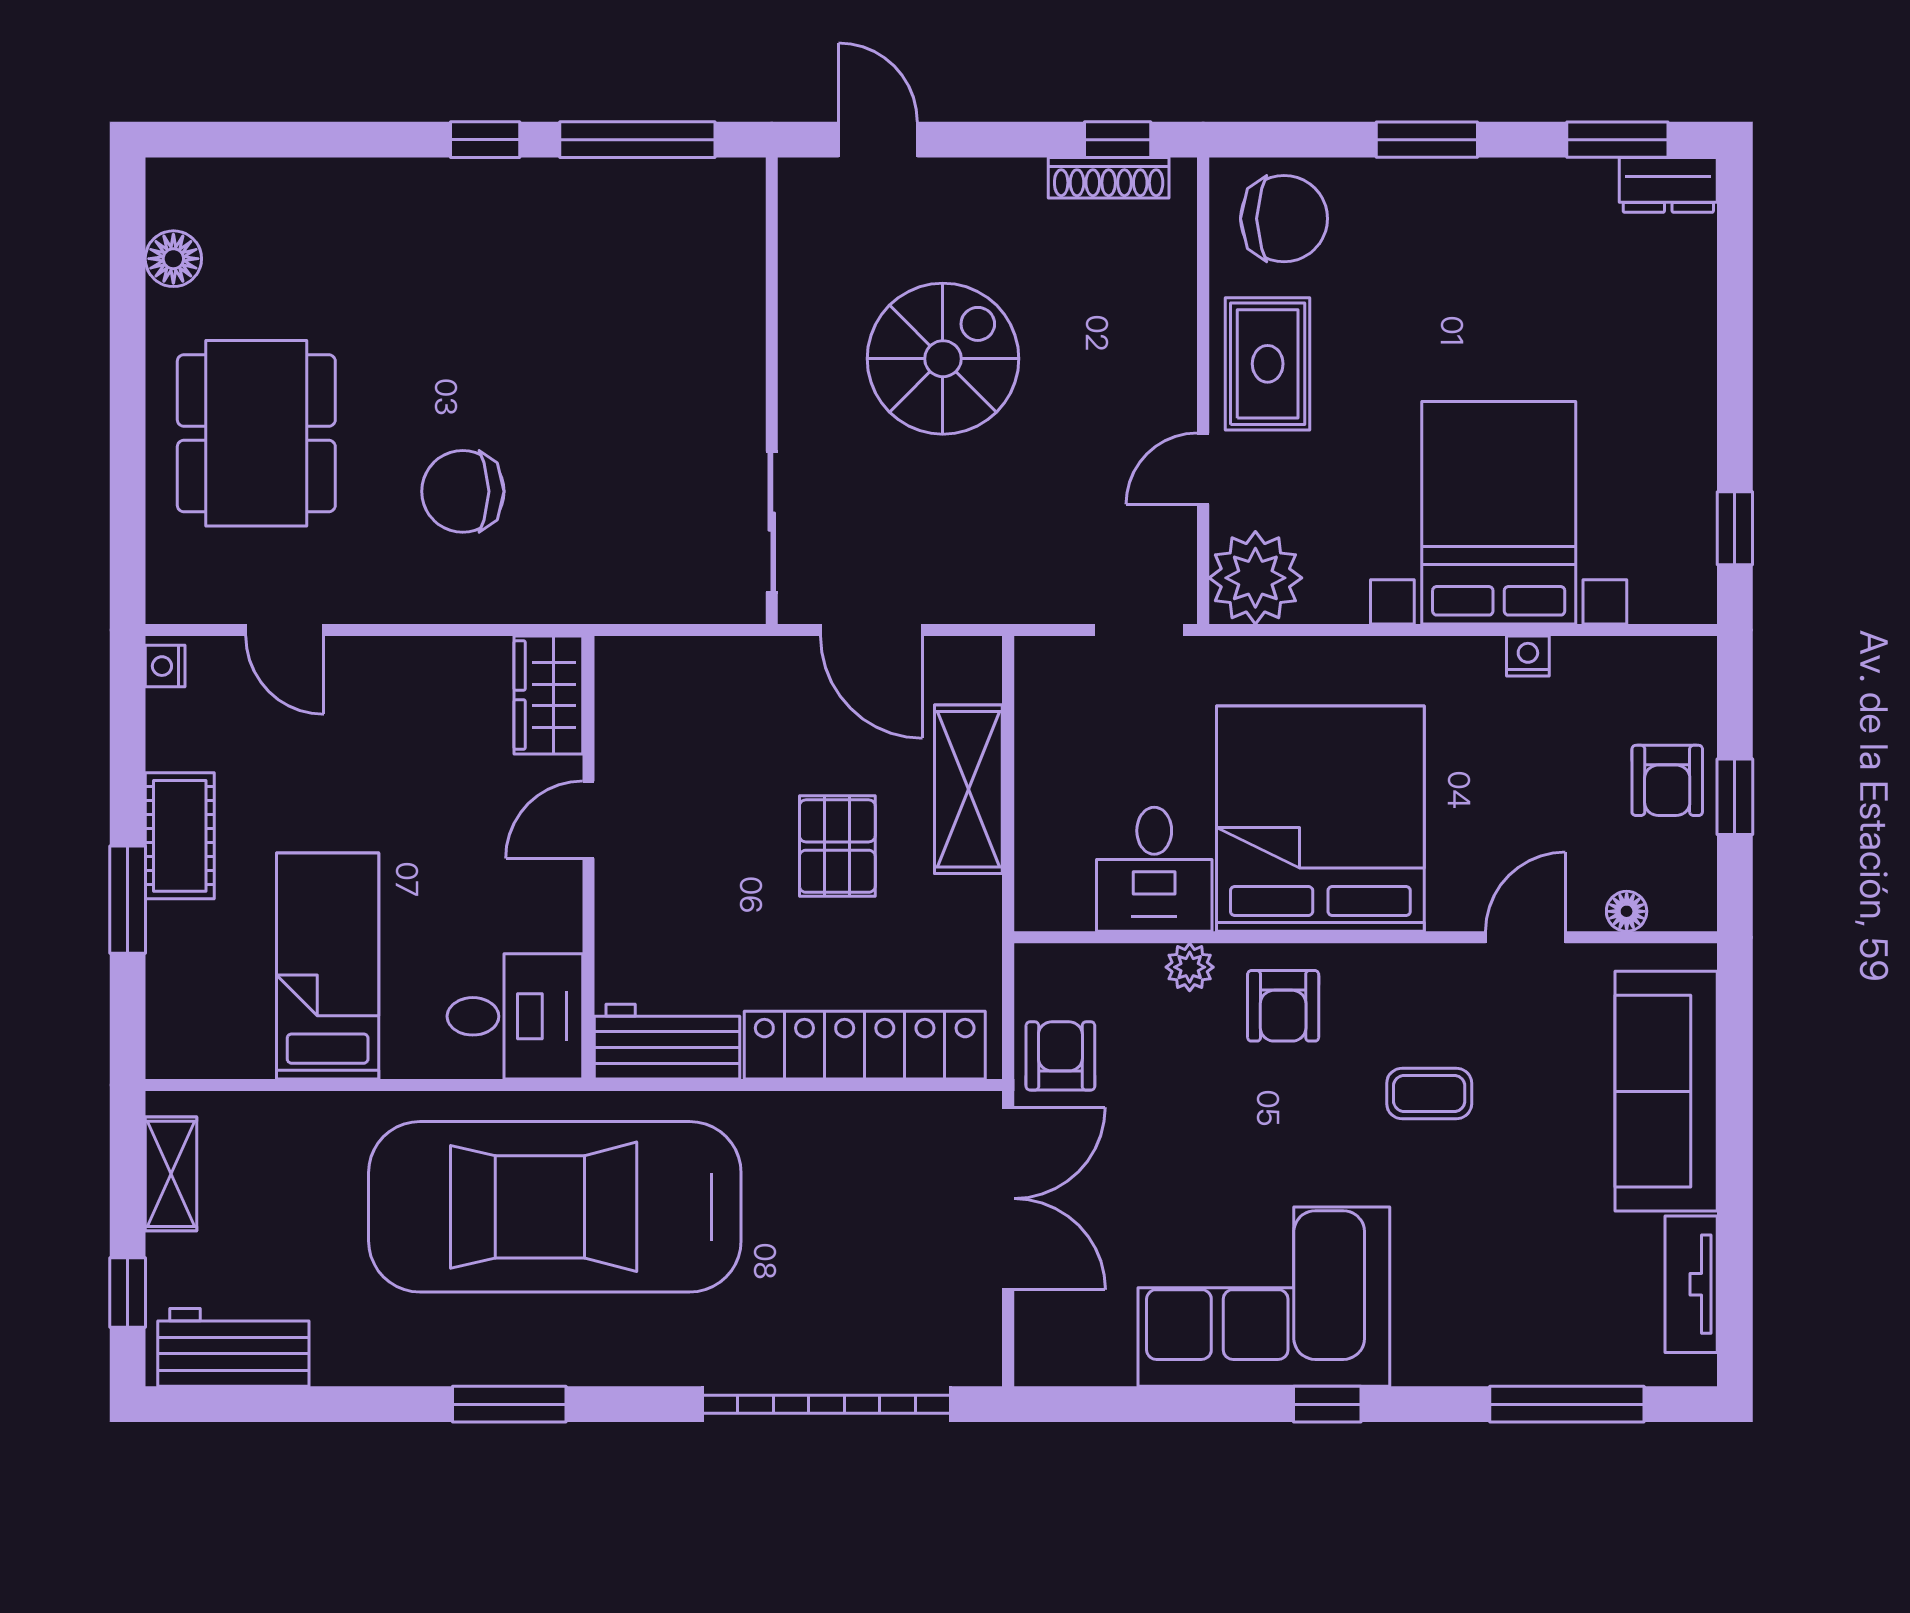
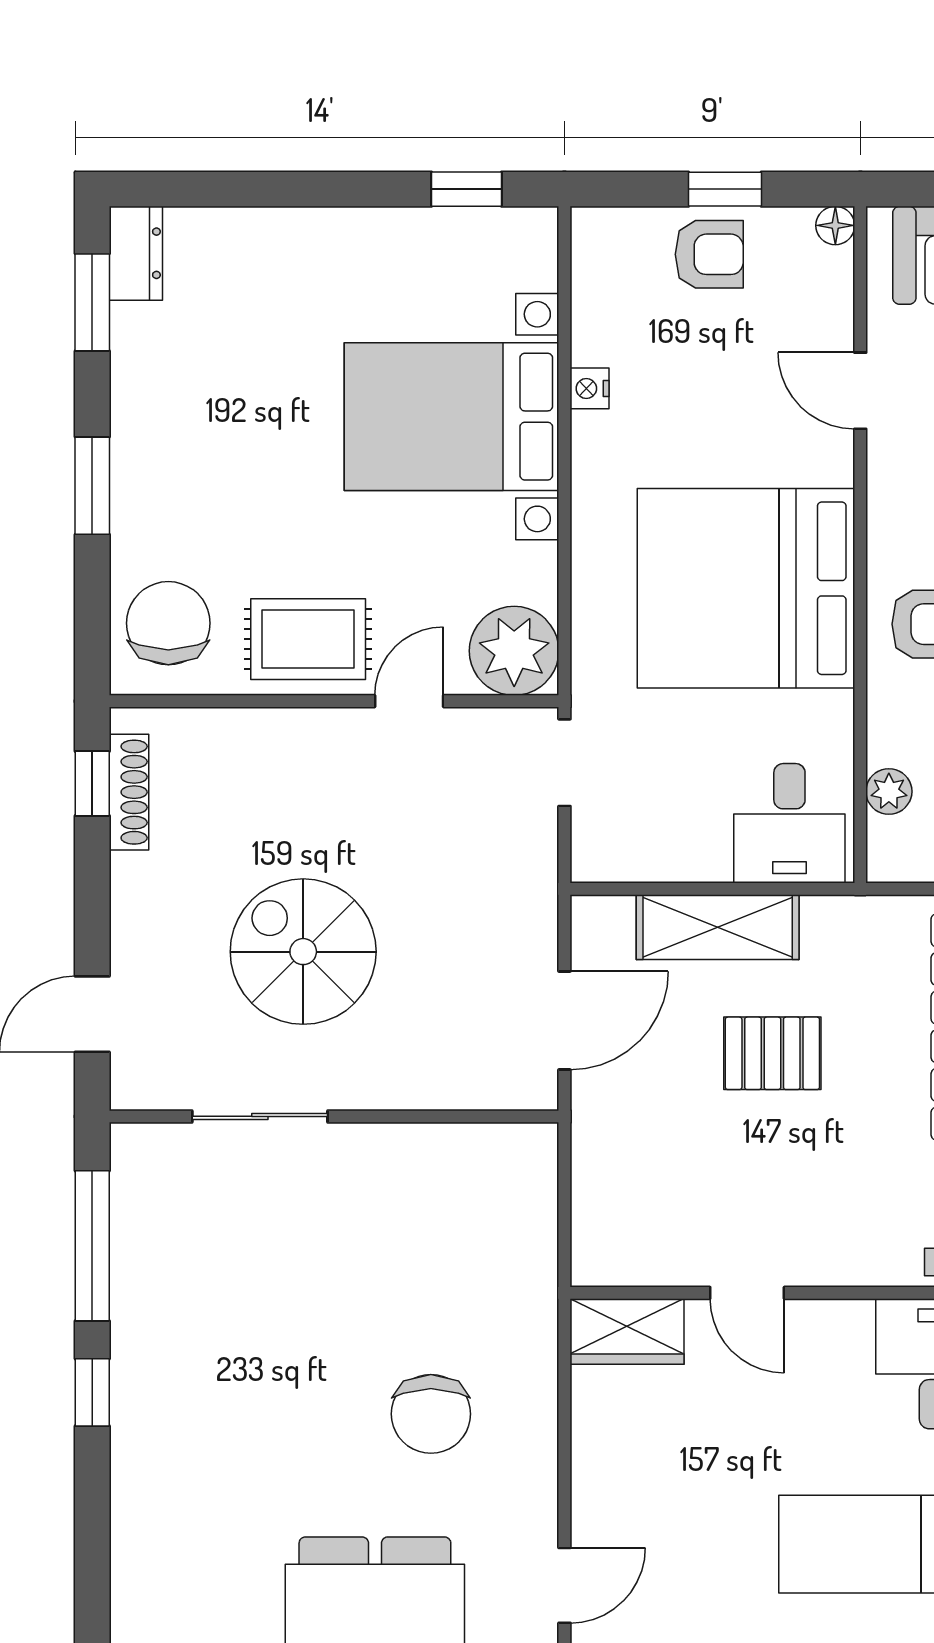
door: (1203, 469) -> (409, 701), swing flipped
sliding door: (772, 522) -> (260, 1116), moved
desk: (1154, 869) -> (789, 823), moved, turned 90
floor lamp: (1627, 911) -> (835, 225), moved
plant: (1190, 967) -> (889, 791), moved

